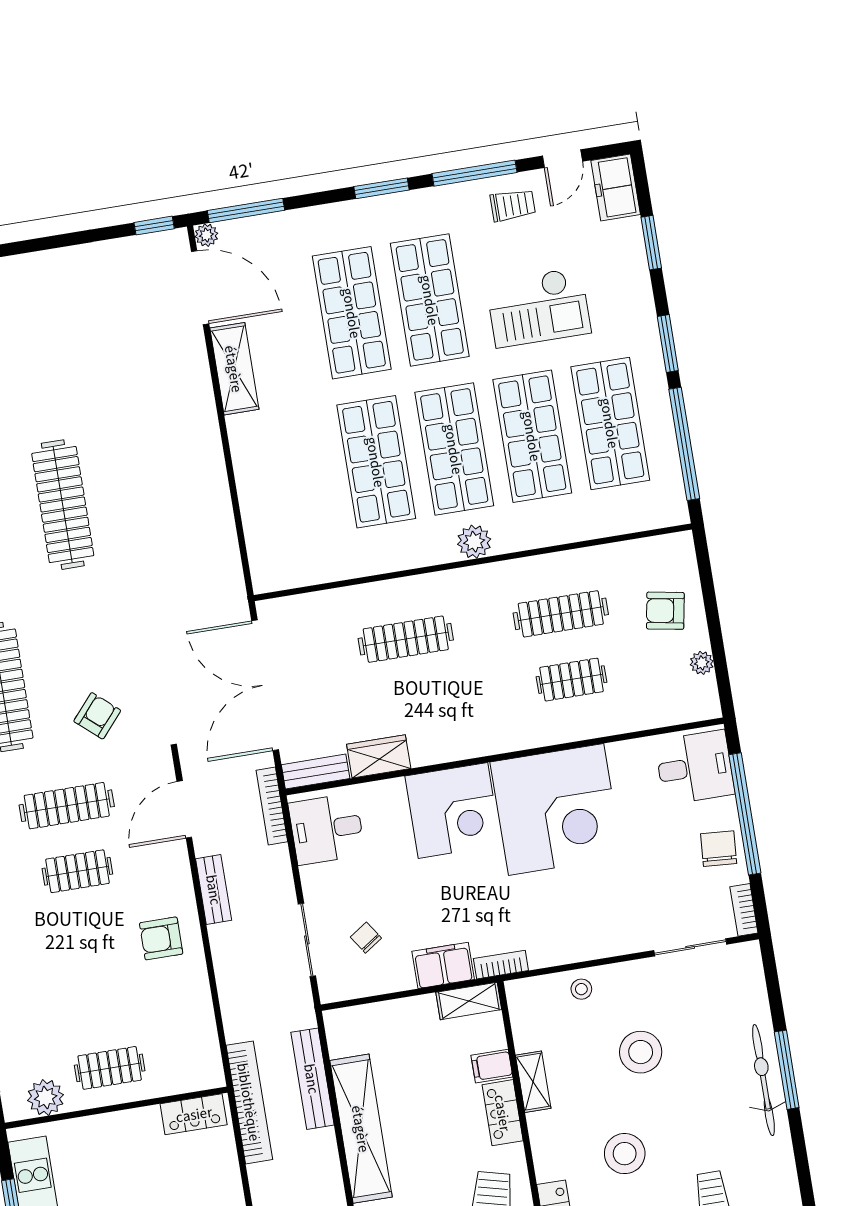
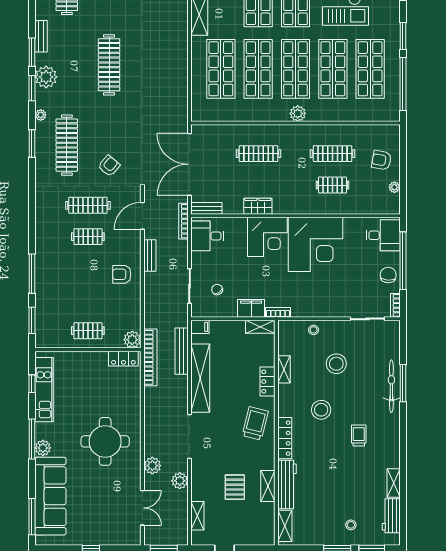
shop shelf: (298, 475) -> (221, 69), added
wardrobe: (379, 756) -> (258, 206), moved
filing cabinet: (492, 1066) -> (200, 327), moved, turned 180
plant: (46, 1098) -> (132, 340), moved

